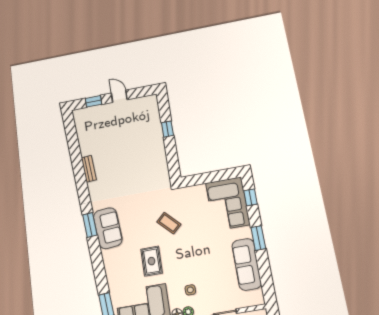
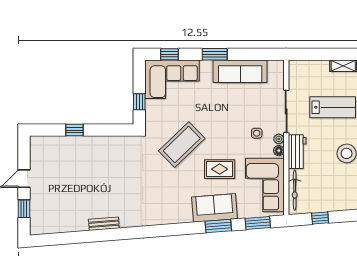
window: (202, 179) -> (139, 102), added
coffee table: (169, 223) -> (182, 145), width x1.86, depth x1.72
window: (90, 225) -> (218, 226), moved
sofa: (108, 228) -> (214, 208), moved

